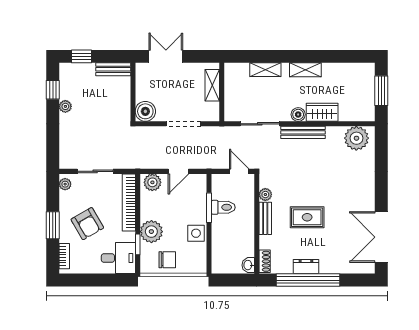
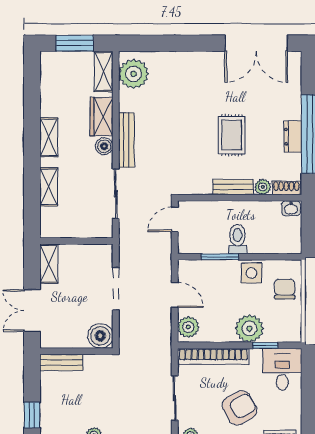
bench: (113, 69) -> (61, 362), moved, turned 90
shelving: (212, 85) -> (49, 264), moved, turned 90
shelving: (358, 114) -> (104, 71), added
plant: (265, 195) -> (263, 187), moved
toilet: (223, 207) -> (237, 239), moved
chair: (167, 260) -> (285, 289), moved

